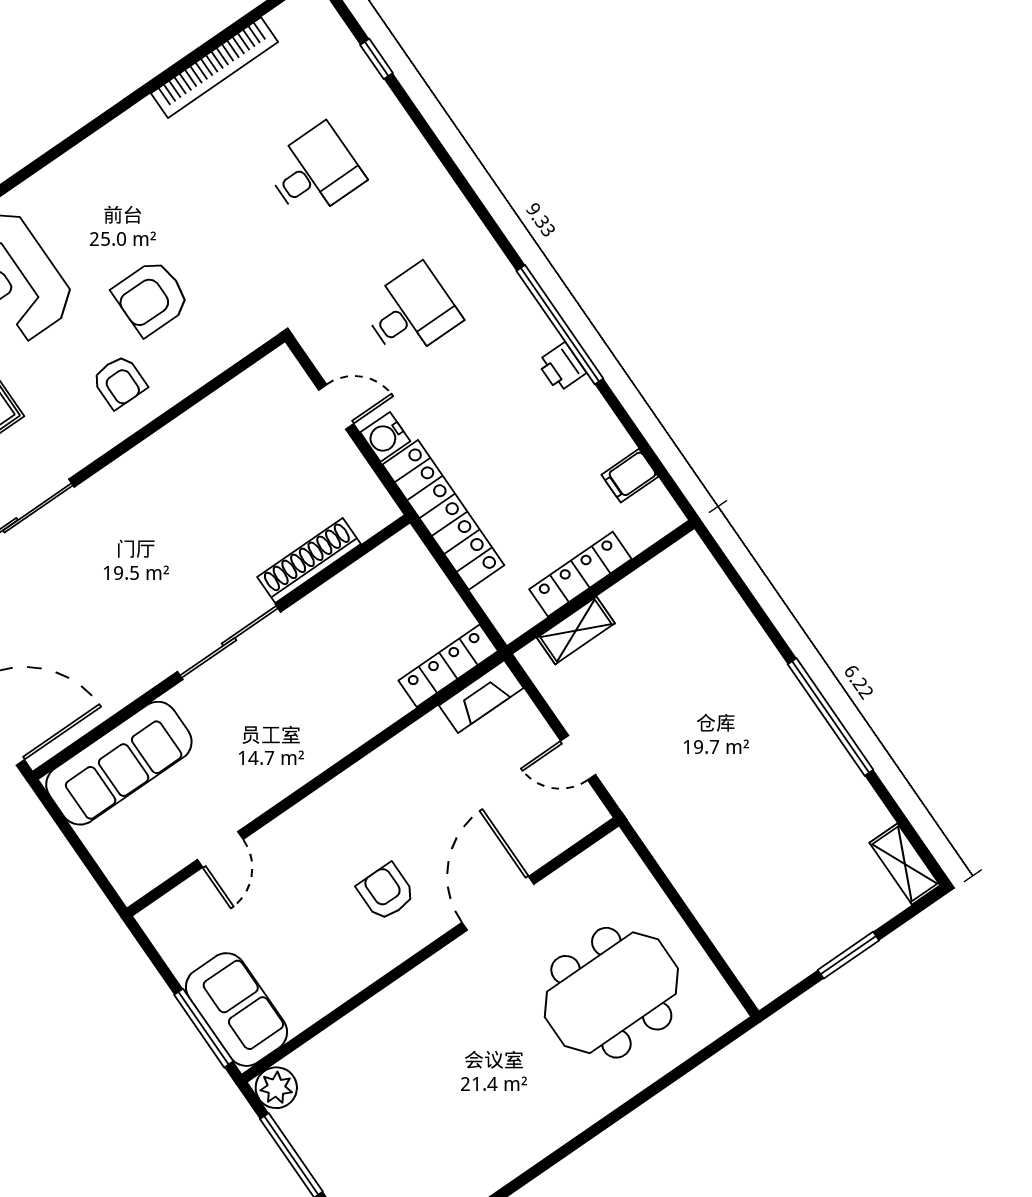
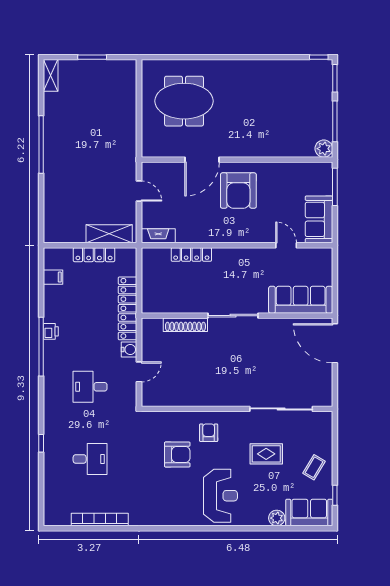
window: (377, 59) -> (41, 443), moved
desk: (314, 172) -> (90, 459), turned 180
door: (336, 407) -> (139, 372), swing flipped
shelving: (576, 630) -> (109, 234), width x1.50, depth x1.33
locker: (448, 666) -> (191, 254), moved
door: (220, 850) -> (286, 245), hinge flipped
armchair: (386, 892) -> (238, 191), width x1.88, depth x1.88
sofa: (236, 1010) -> (319, 219), moved

